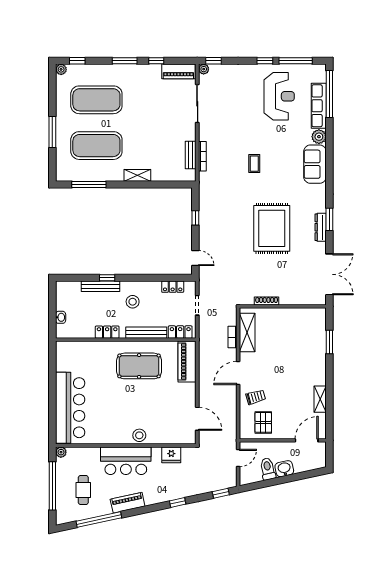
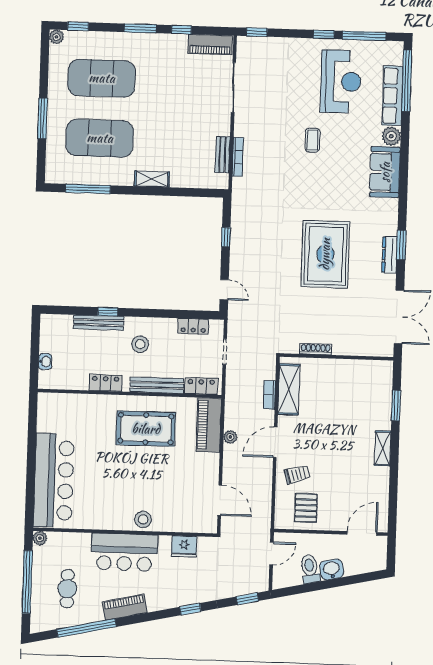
plant: (204, 69) -> (230, 437), moved
coffee table: (254, 164) -> (312, 140), moved
shelving: (320, 399) -> (383, 448), moved

